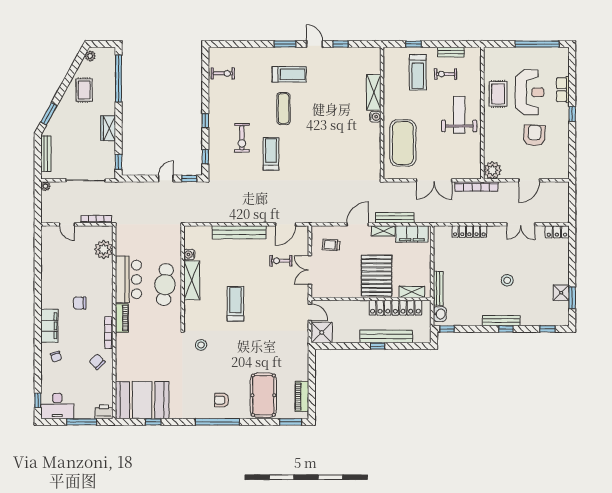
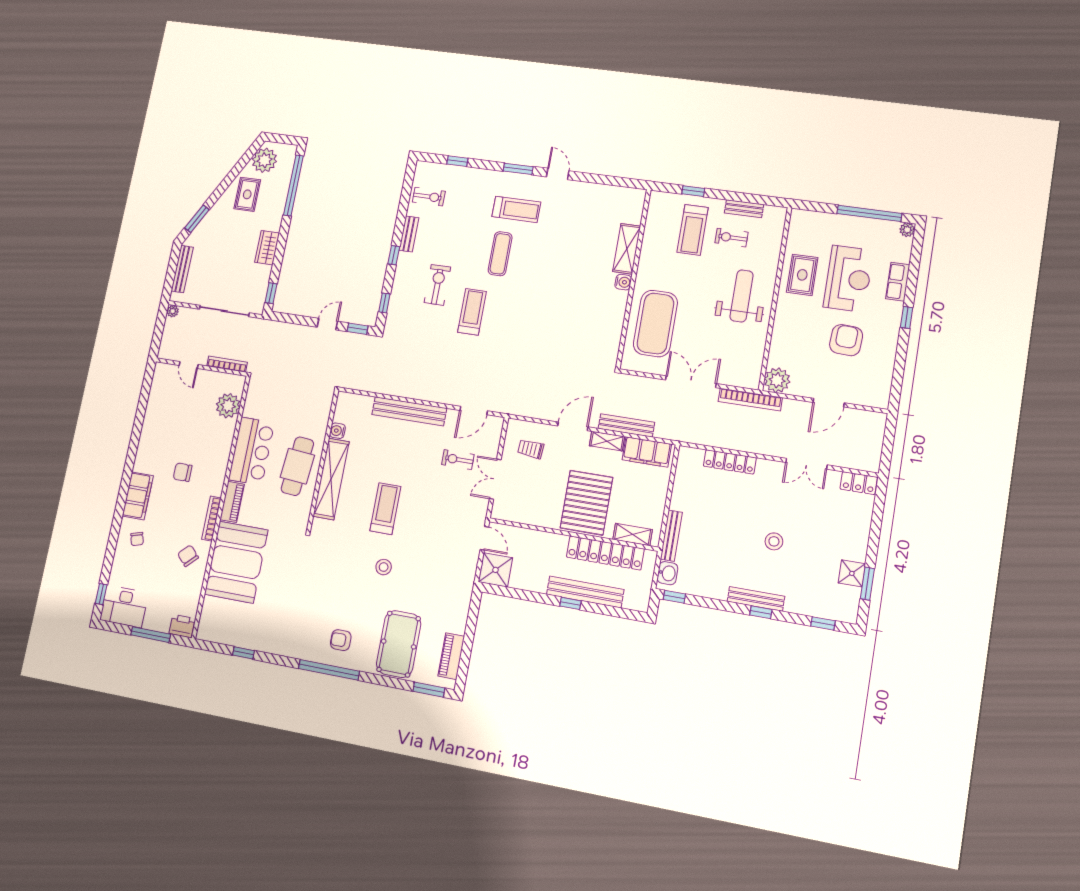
window: (341, 44) -> (457, 161), moved
plant: (564, 52) -> (907, 230), added
plant: (90, 56) -> (264, 160), width x1.88, depth x1.88
bench: (213, 103) -> (409, 234), added
exercise bike: (242, 138) -> (437, 285), turned 180
double door: (434, 180) -> (691, 382), swing flipped
shelving: (192, 280) -> (331, 479), width x1.47
stool: (201, 345) -> (384, 567), moved
booth: (142, 400) -> (236, 562), moved, turned 90

